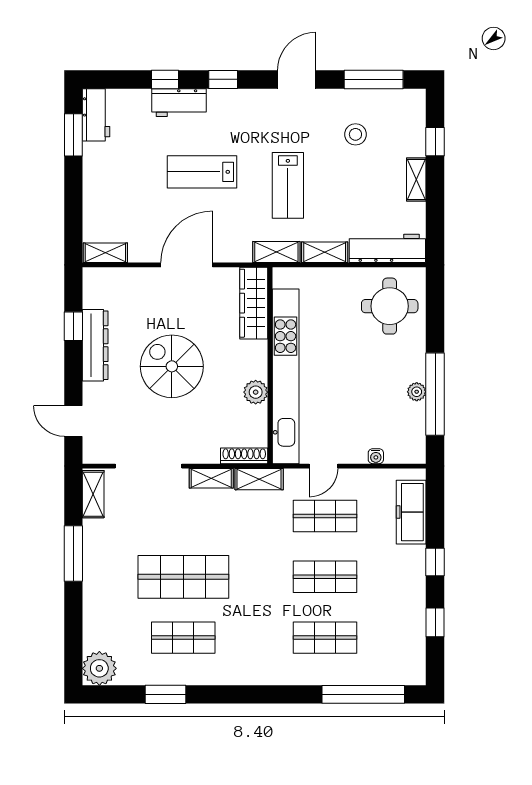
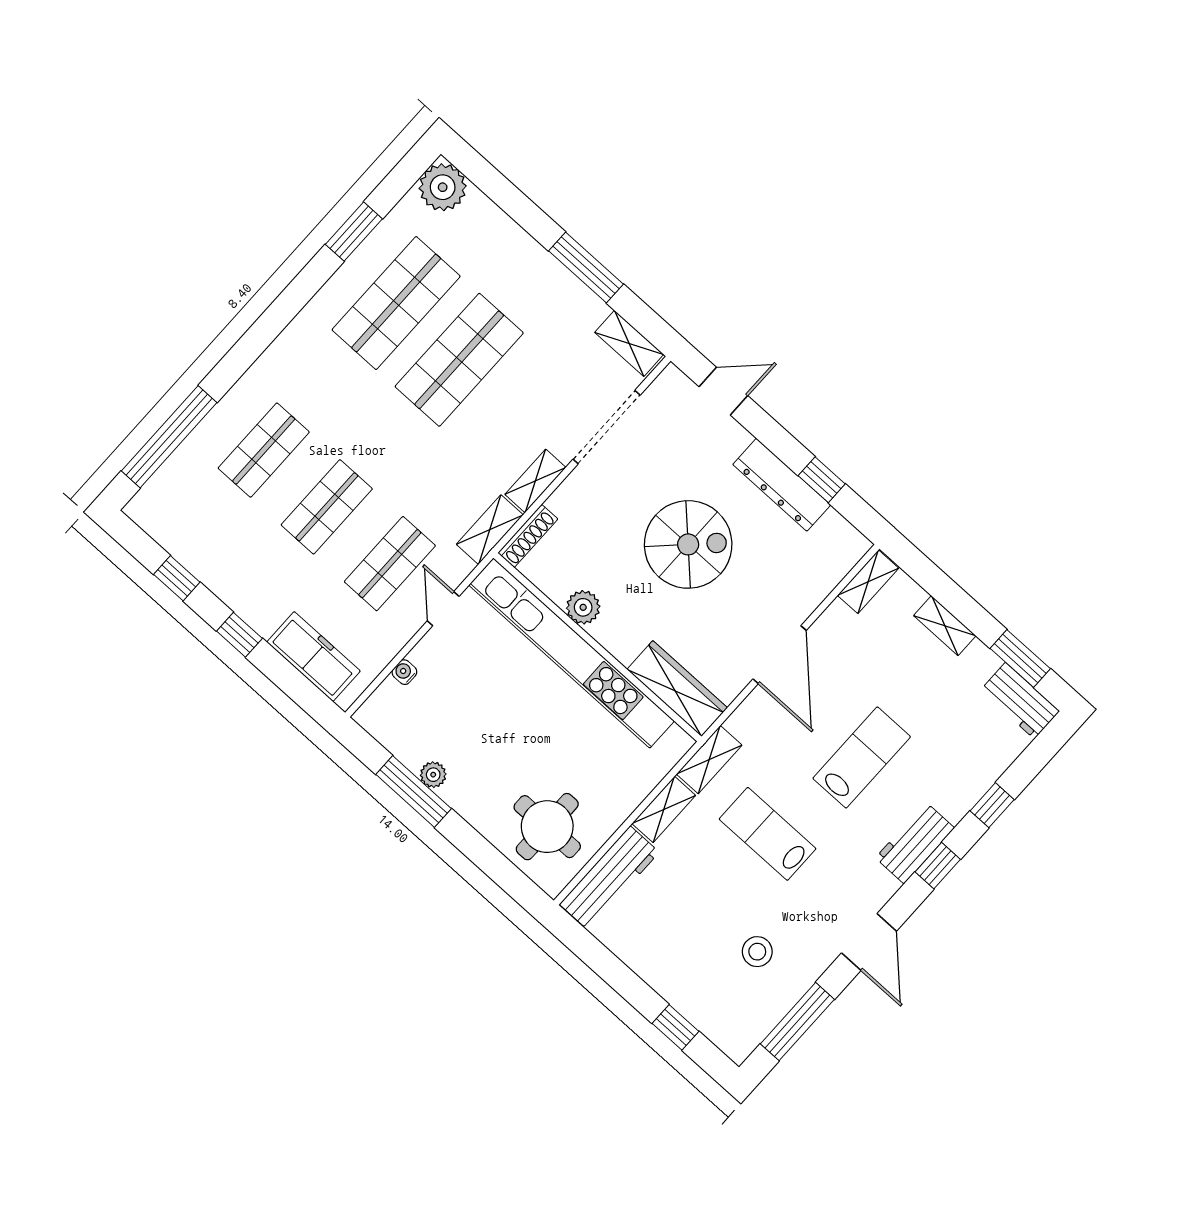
workbench: (179, 103) -> (915, 843), moved
shelving: (416, 179) -> (945, 626), moved
window: (435, 394) -> (414, 791), width x0.68
shop shelf: (183, 638) -> (396, 303), width x1.43, depth x1.36

